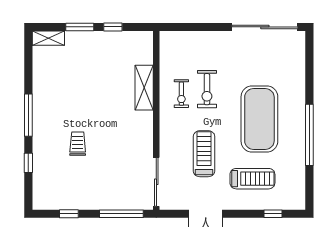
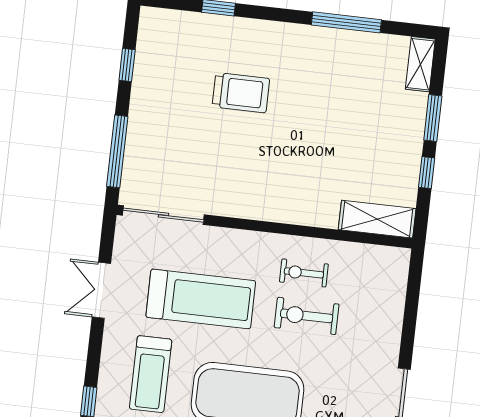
shelving: (144, 88) -> (377, 219), moved
window: (28, 115) -> (346, 22), moved
trolley: (78, 144) -> (241, 93), width x1.36, depth x1.39
treadmill: (204, 154) -> (201, 299), width x1.37, depth x1.38

